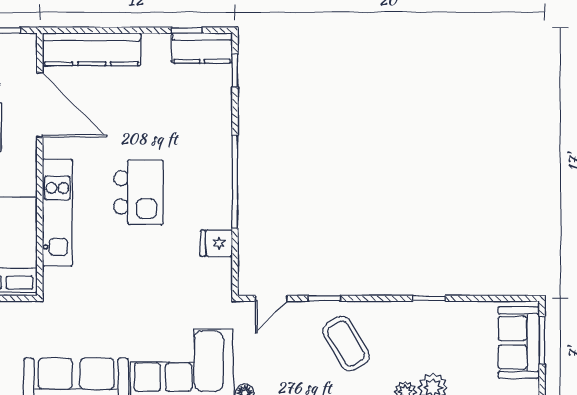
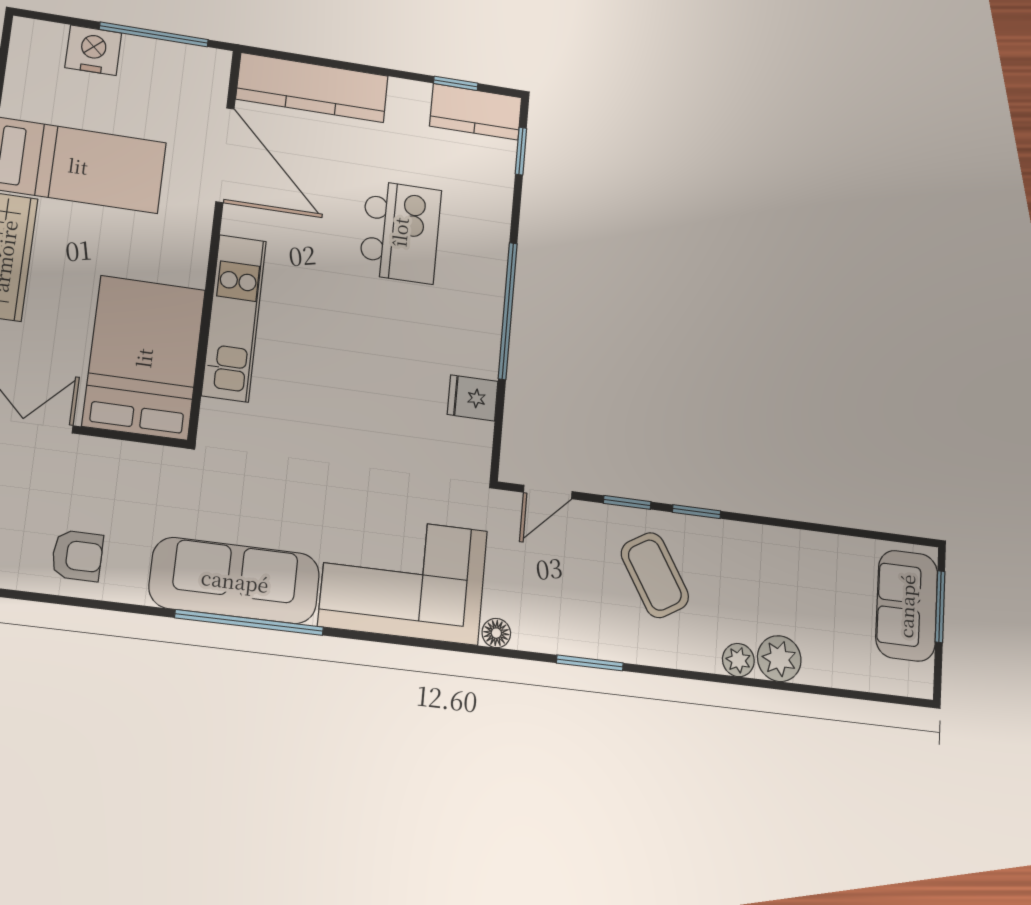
kitchen island: (138, 192) -> (400, 232), moved
window: (429, 298) -> (697, 512), moved

